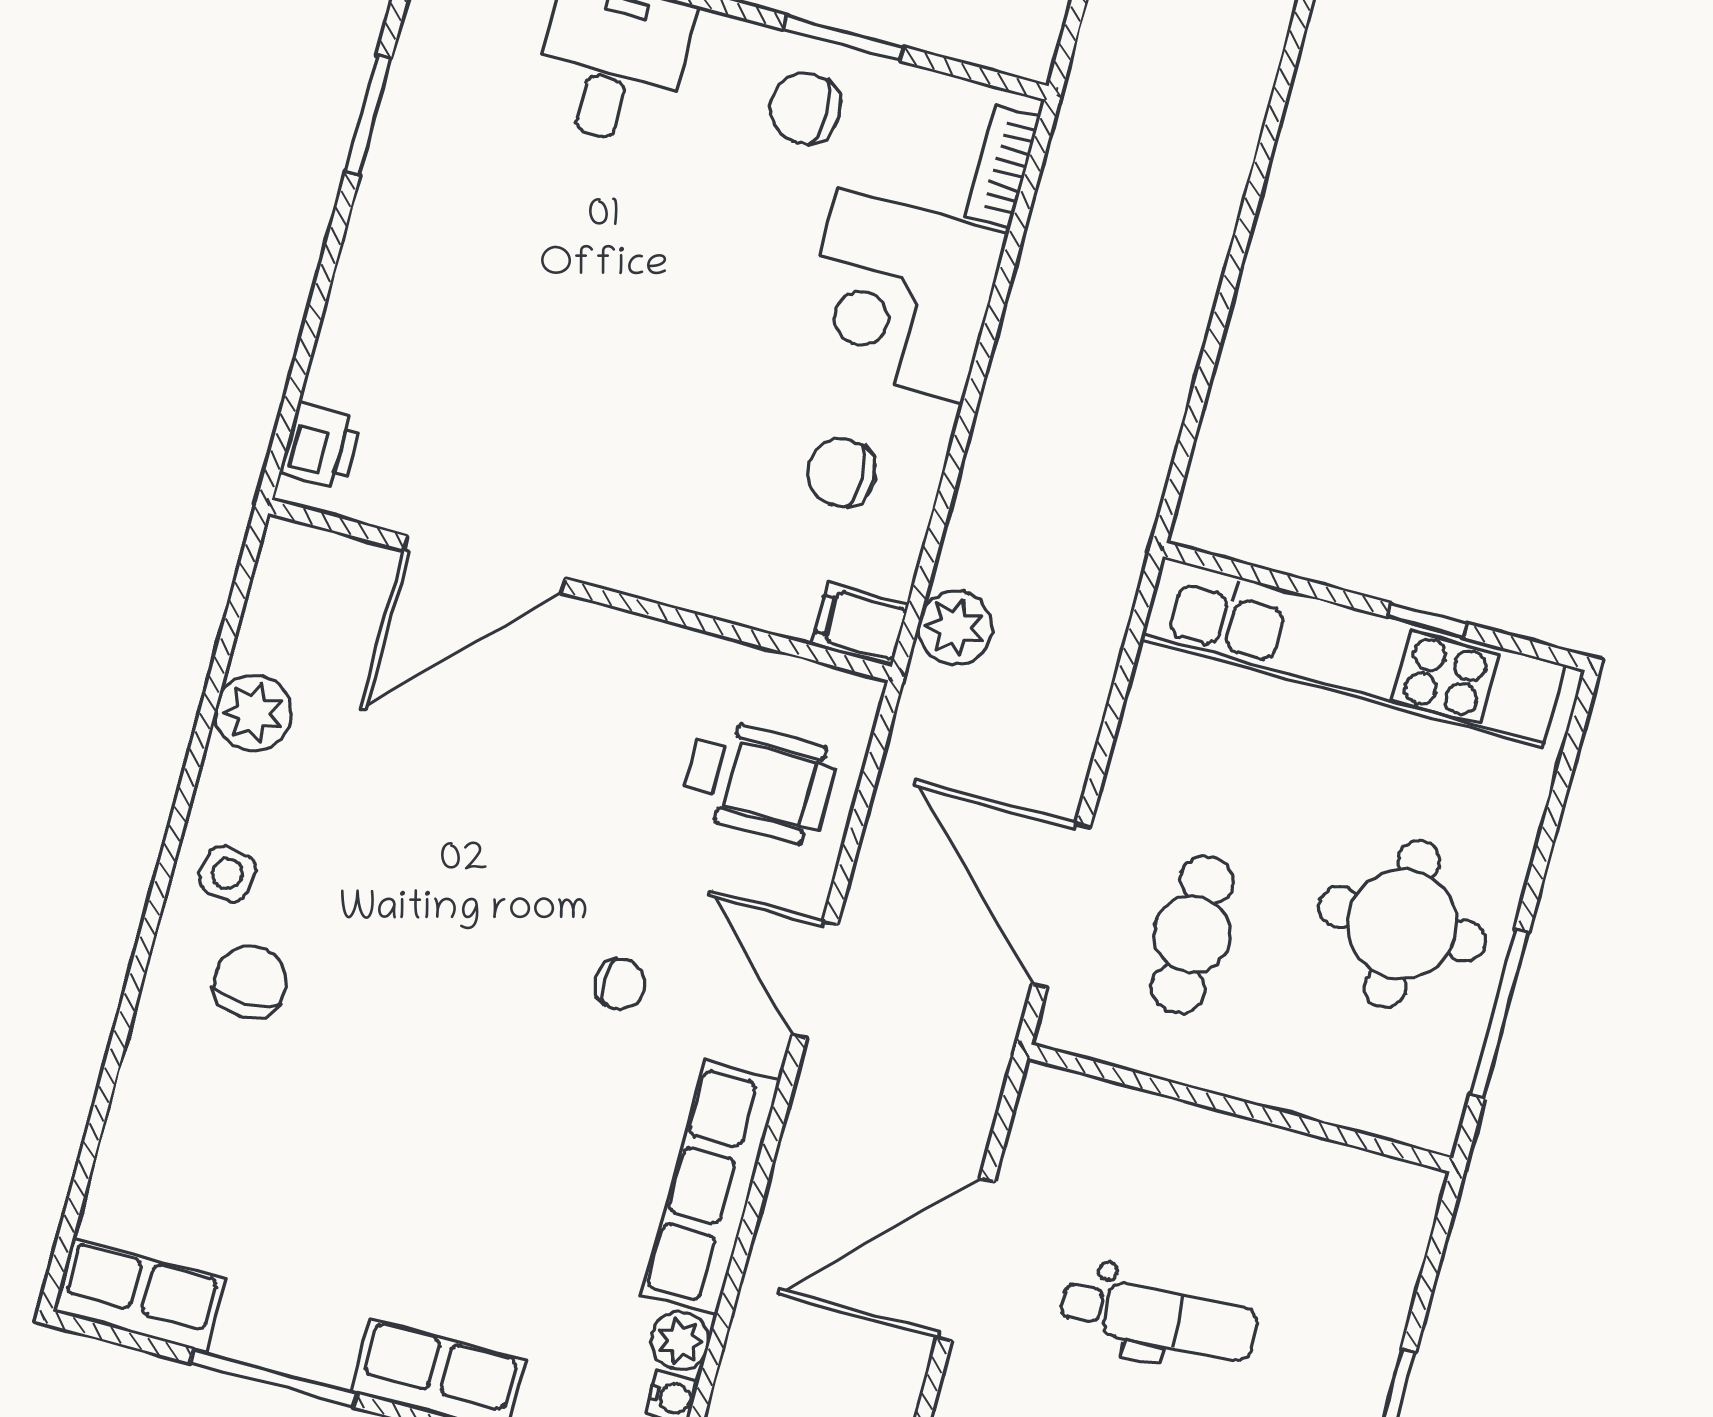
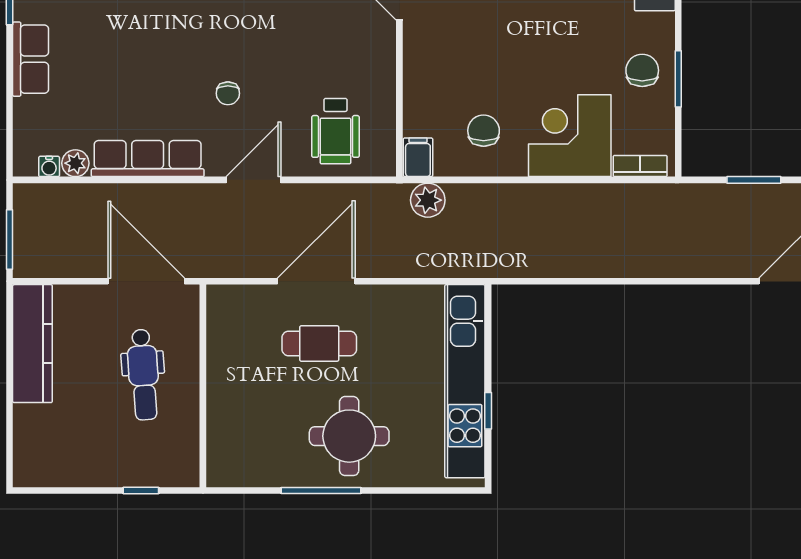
wall: (1240, 1108) -> (203, 386), moved

